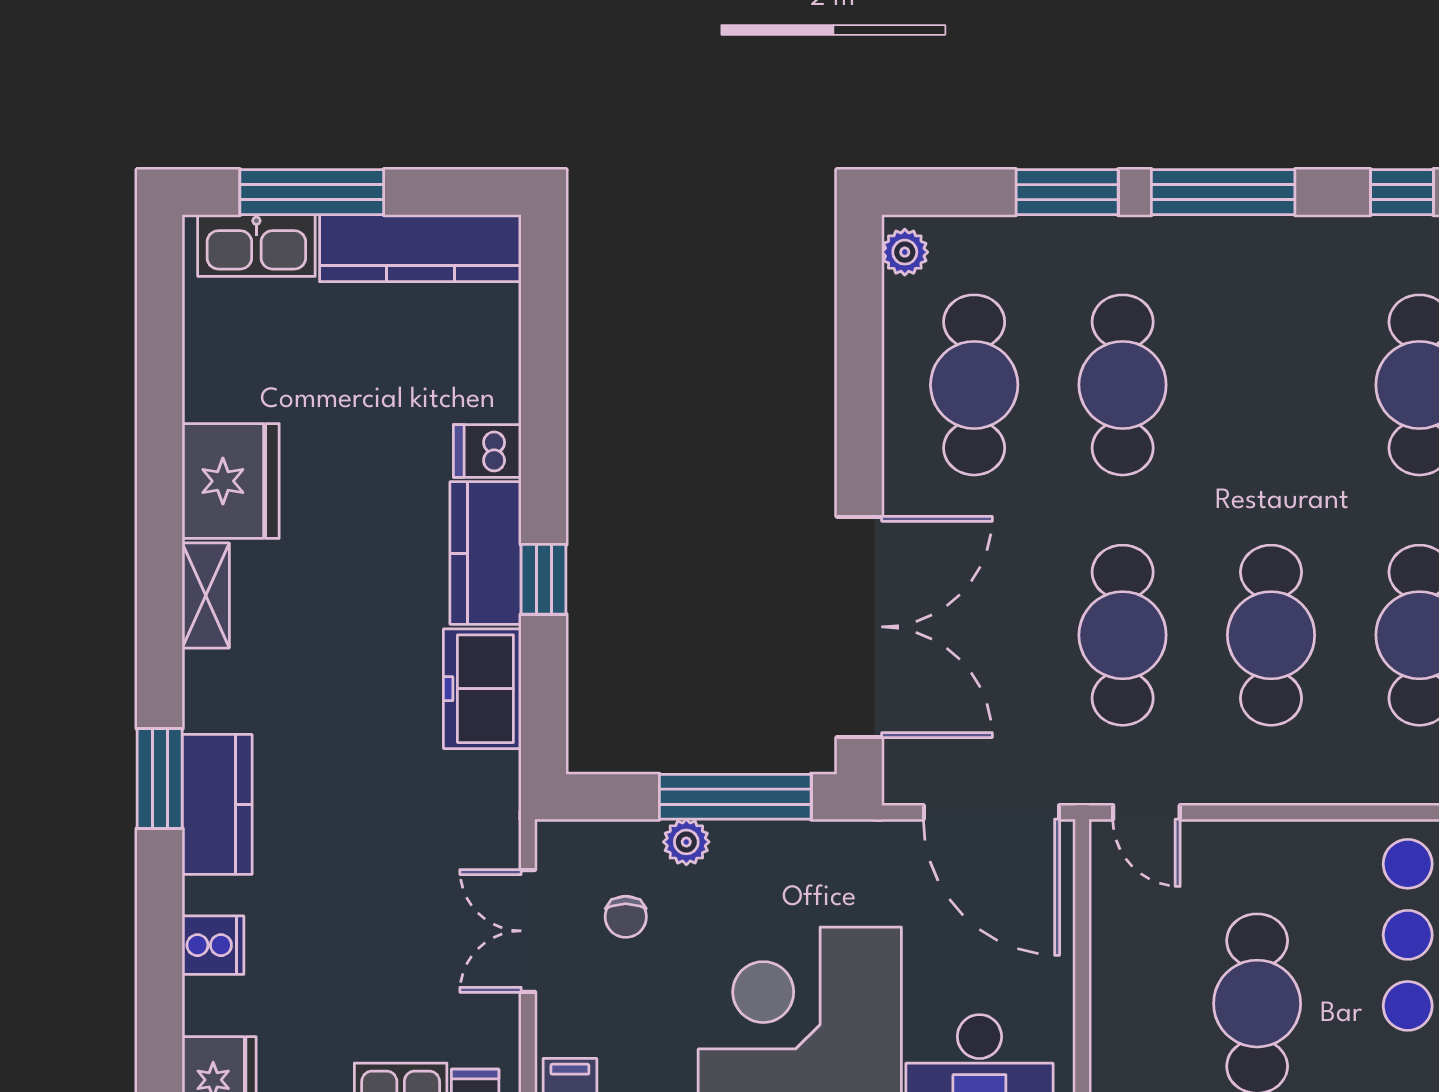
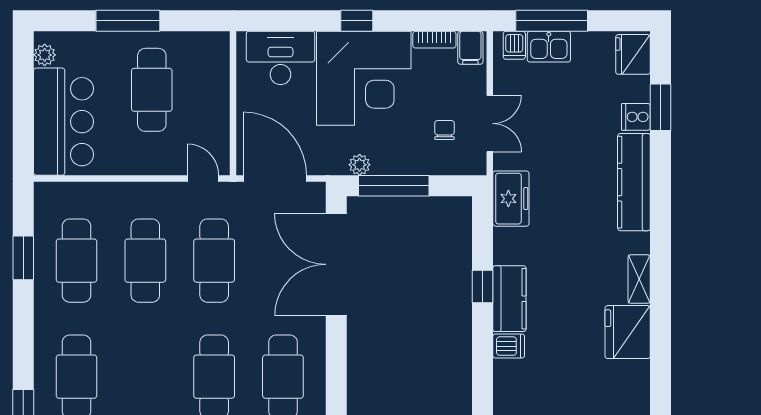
freezer: (482, 689) -> (511, 199), moved
window: (160, 779) -> (661, 107), moved
kitchen counter: (217, 804) -> (634, 182), width x1.50
plant: (686, 842) -> (360, 165), moved

